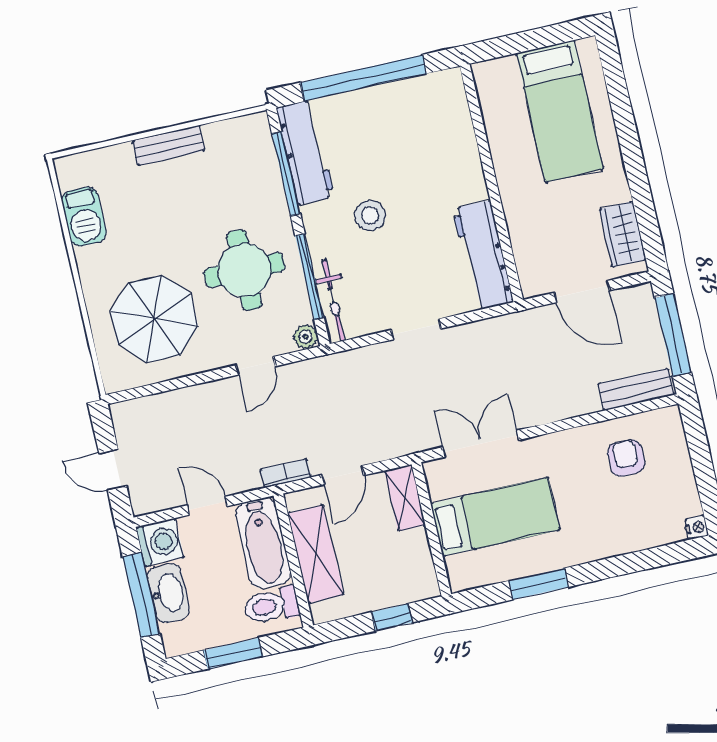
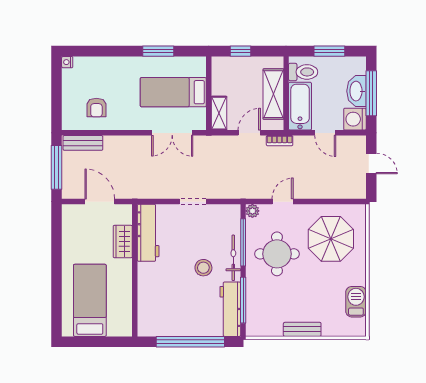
wardrobe: (623, 234) -> (123, 242), moved, turned 180
bicycle: (333, 300) -> (233, 258), moved

